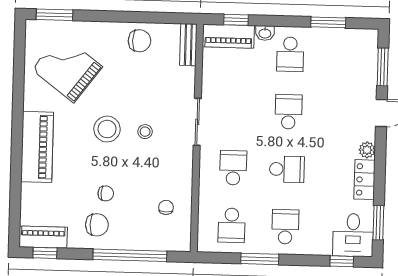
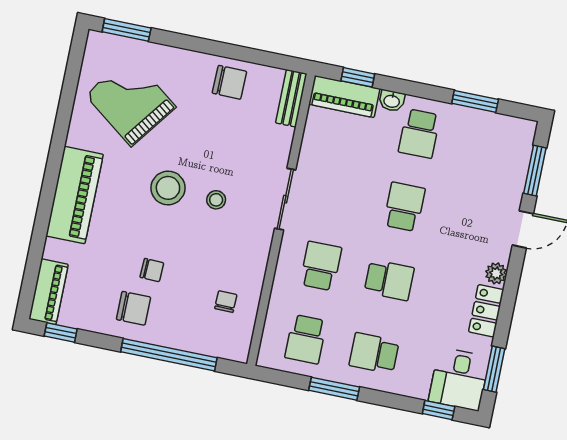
school desk: (285, 227) -> (374, 353), turned -90
piano: (43, 237) -> (49, 292), moved, turned 90

